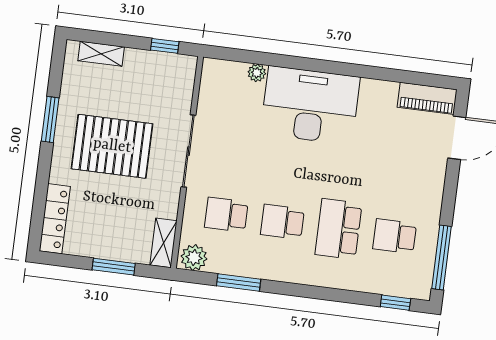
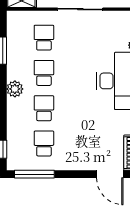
school desk: (339, 229) -> (44, 108), width x0.54
plant: (194, 258) -> (15, 89), moved

